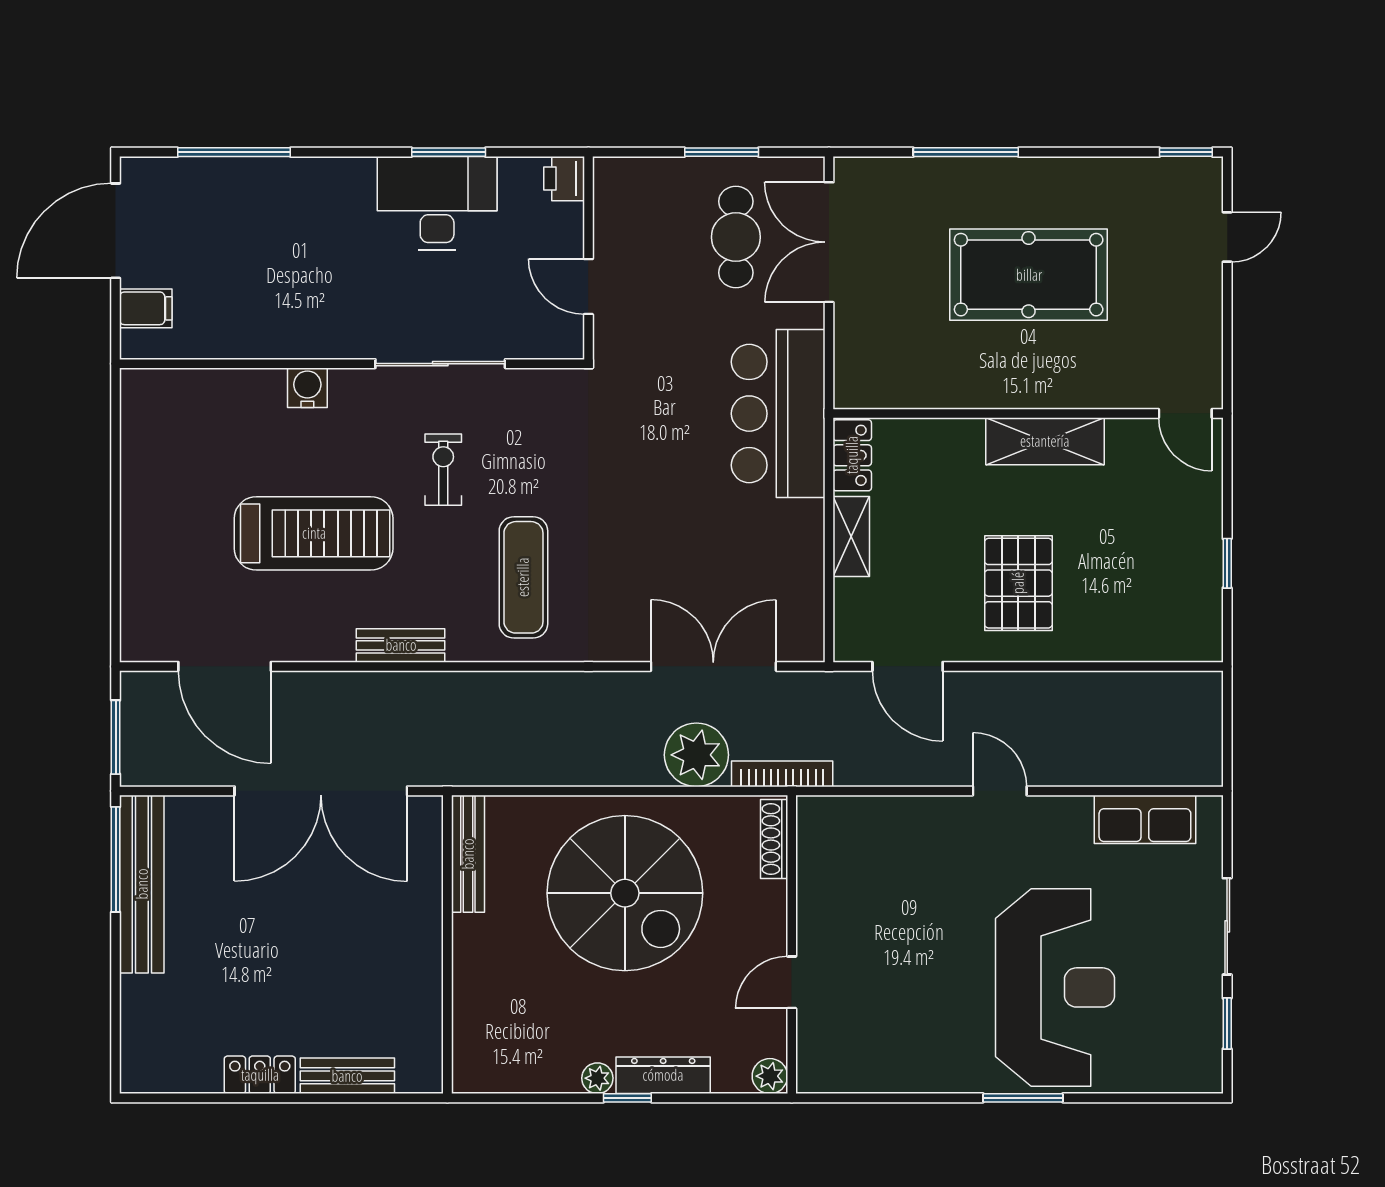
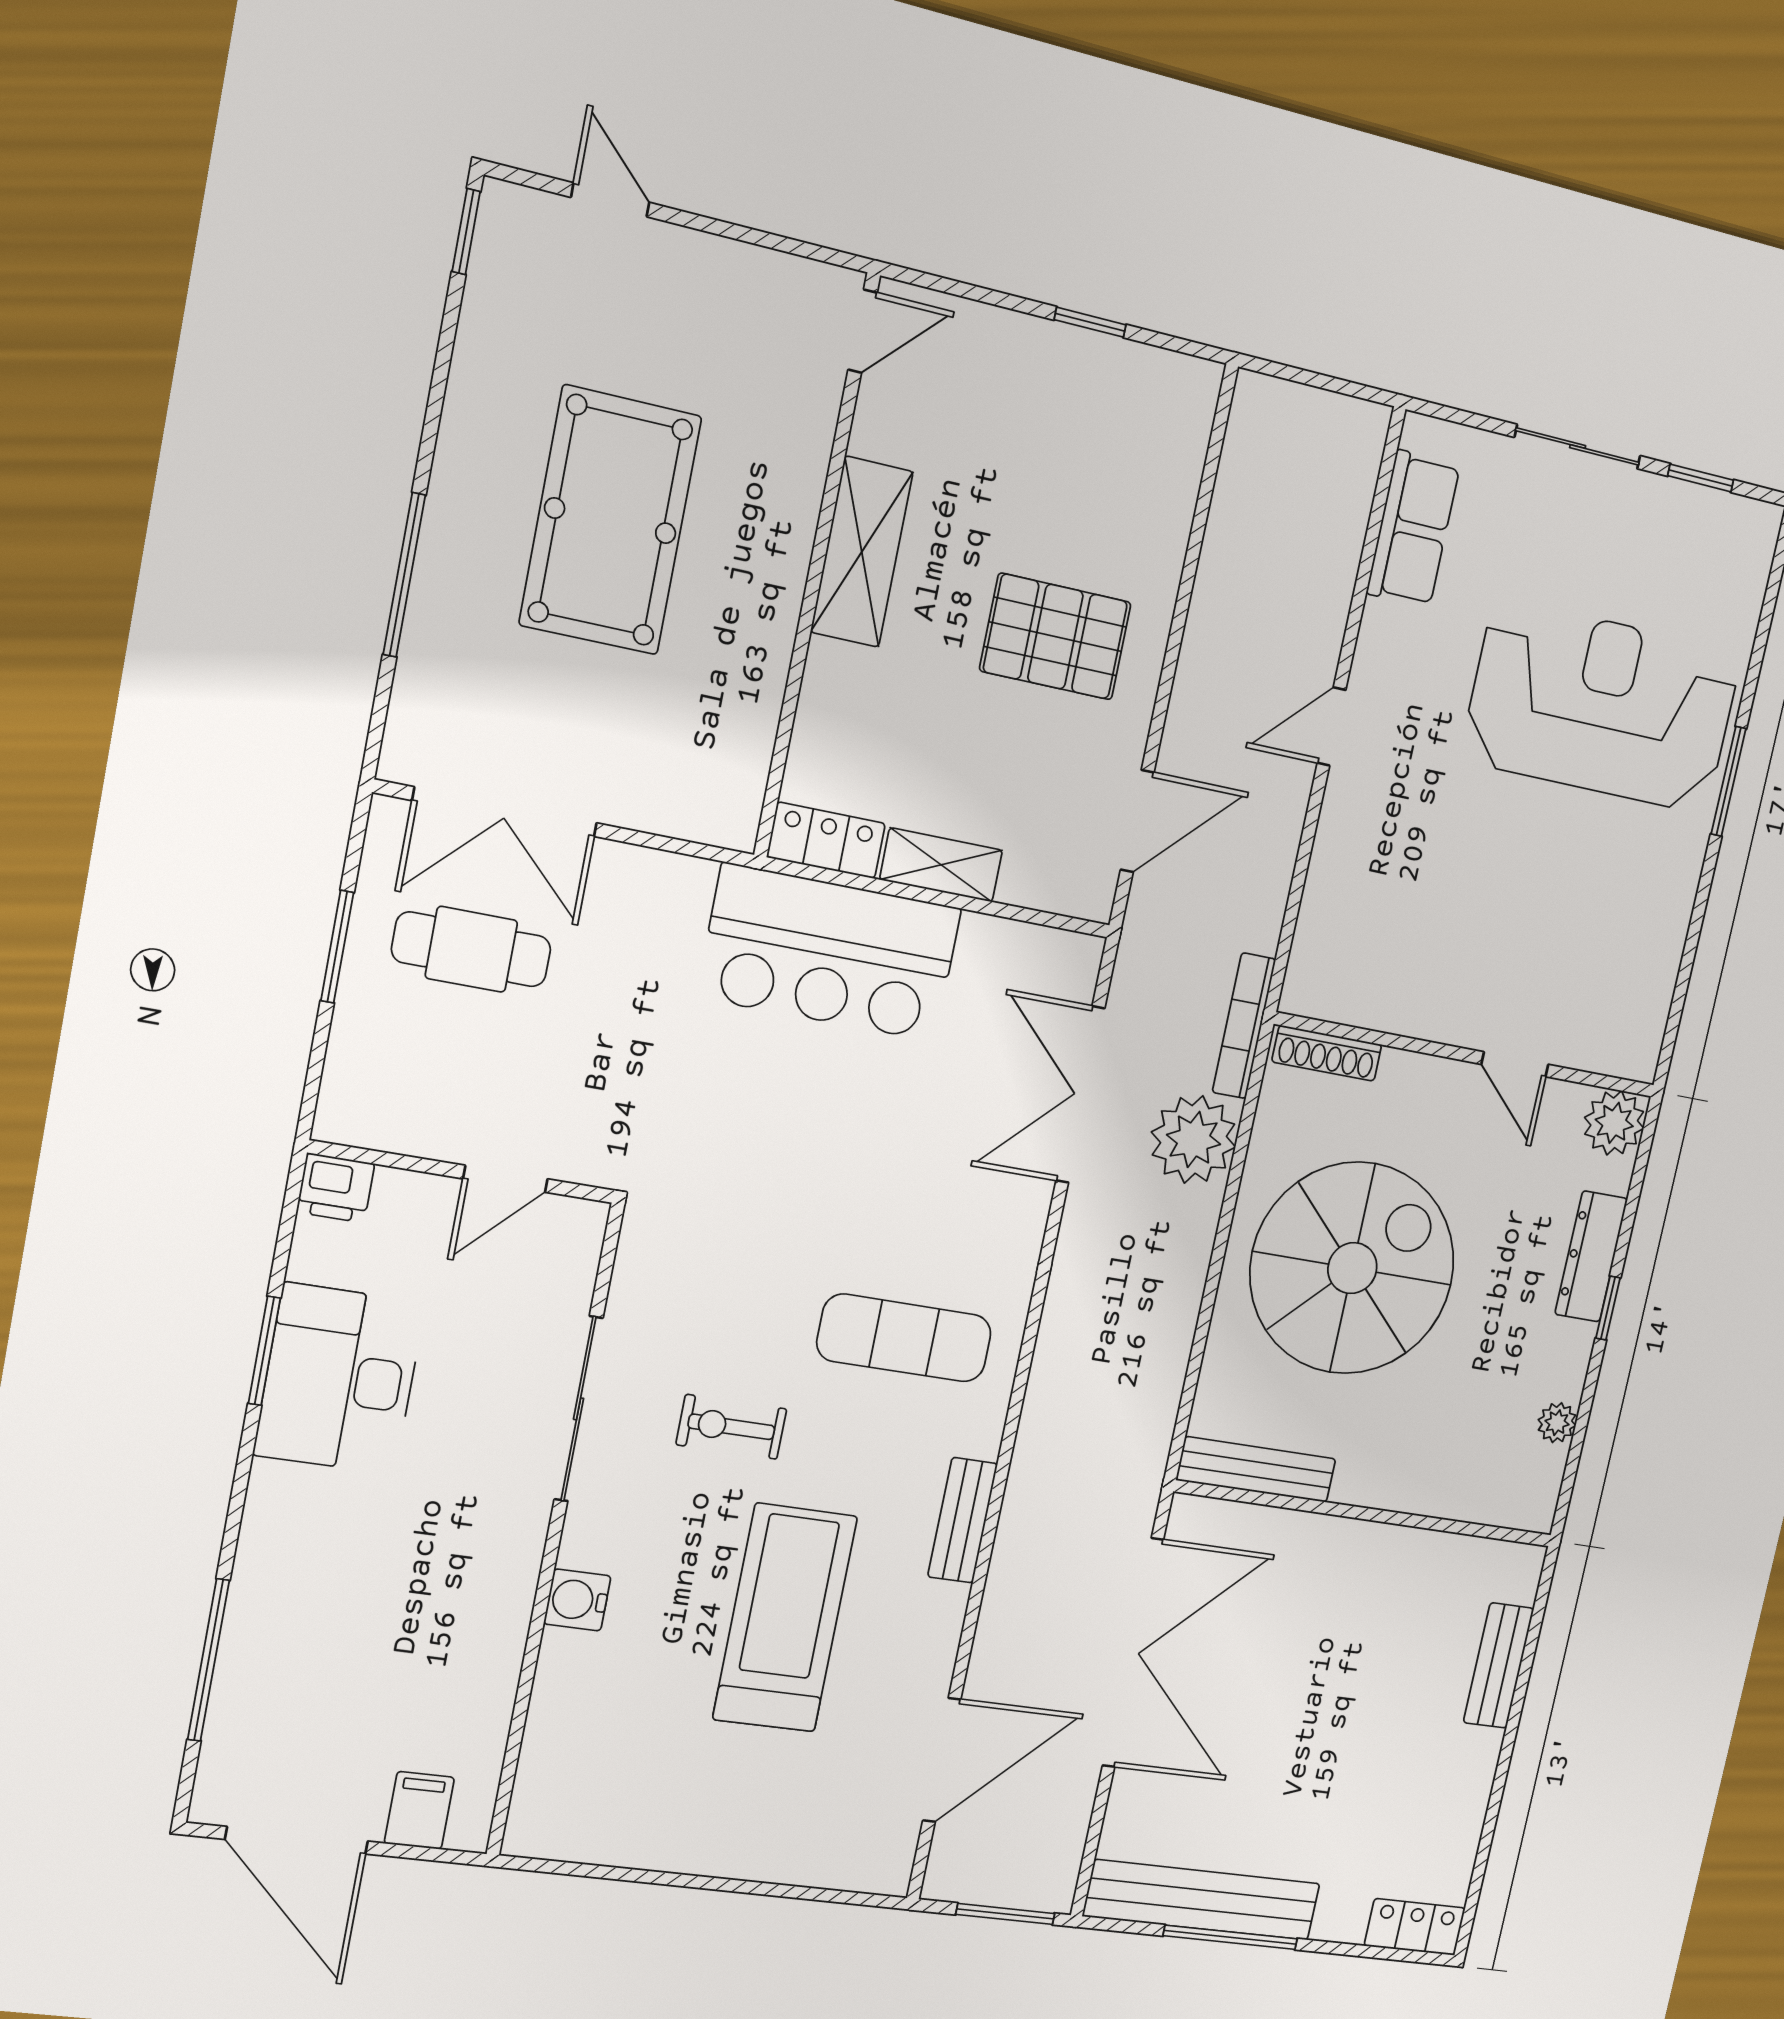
bar counter: (778, 414) -> (830, 953), moved
window: (116, 859) -> (1230, 1937), moved
locker: (260, 1075) -> (1415, 1927), moved, turned 90
plant: (770, 1076) -> (1614, 1123), width x1.38, depth x1.38
plant: (597, 1078) -> (1557, 1423), moved

